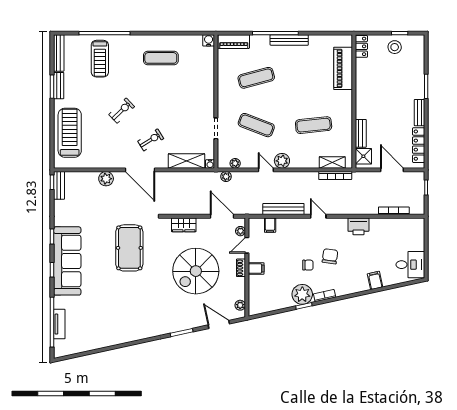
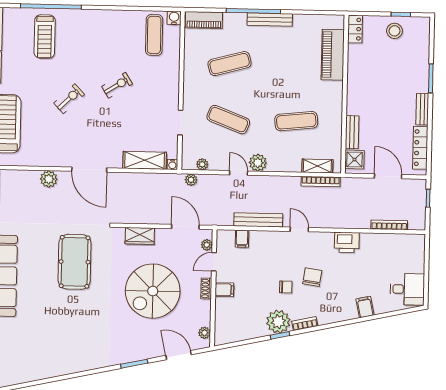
exercise mat: (161, 58) -> (154, 35), moved, turned 90
exercise bike: (151, 140) -> (117, 85), moved

